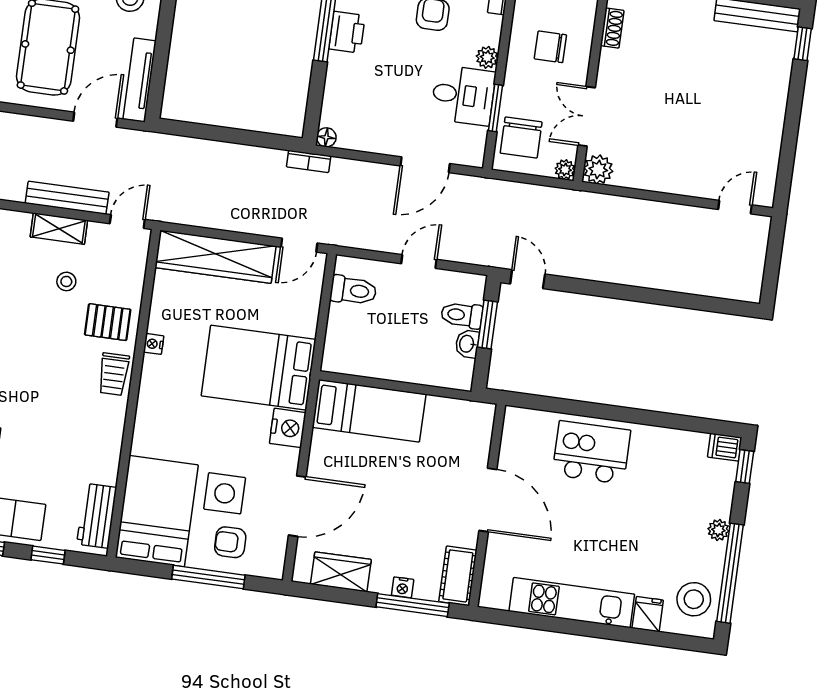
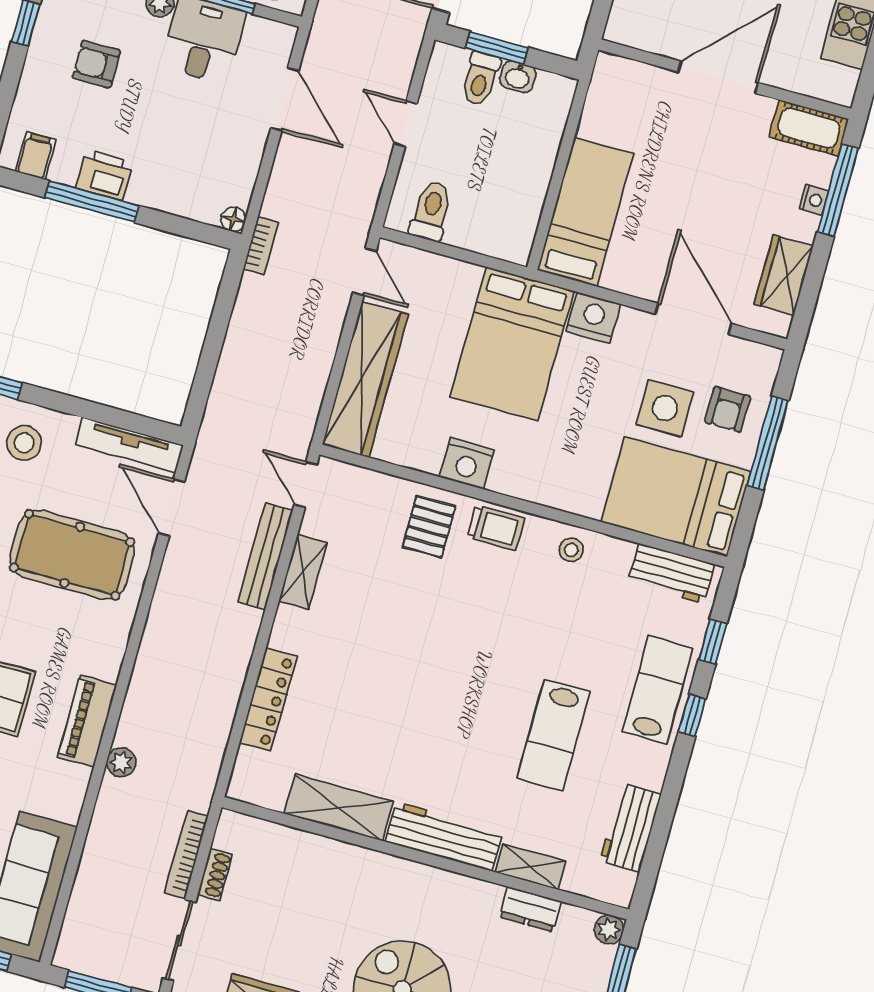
stool: (66, 281) -> (571, 550), moved
nightstand: (154, 344) -> (467, 463), width x1.89, depth x1.79

